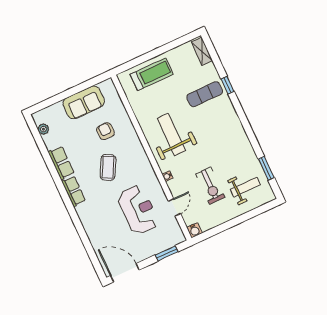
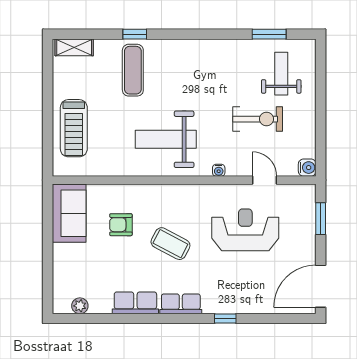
treadmill: (152, 74) -> (74, 128), turned 180
sofa: (84, 102) -> (69, 213), moved
window: (77, 223) -> (225, 319), added

